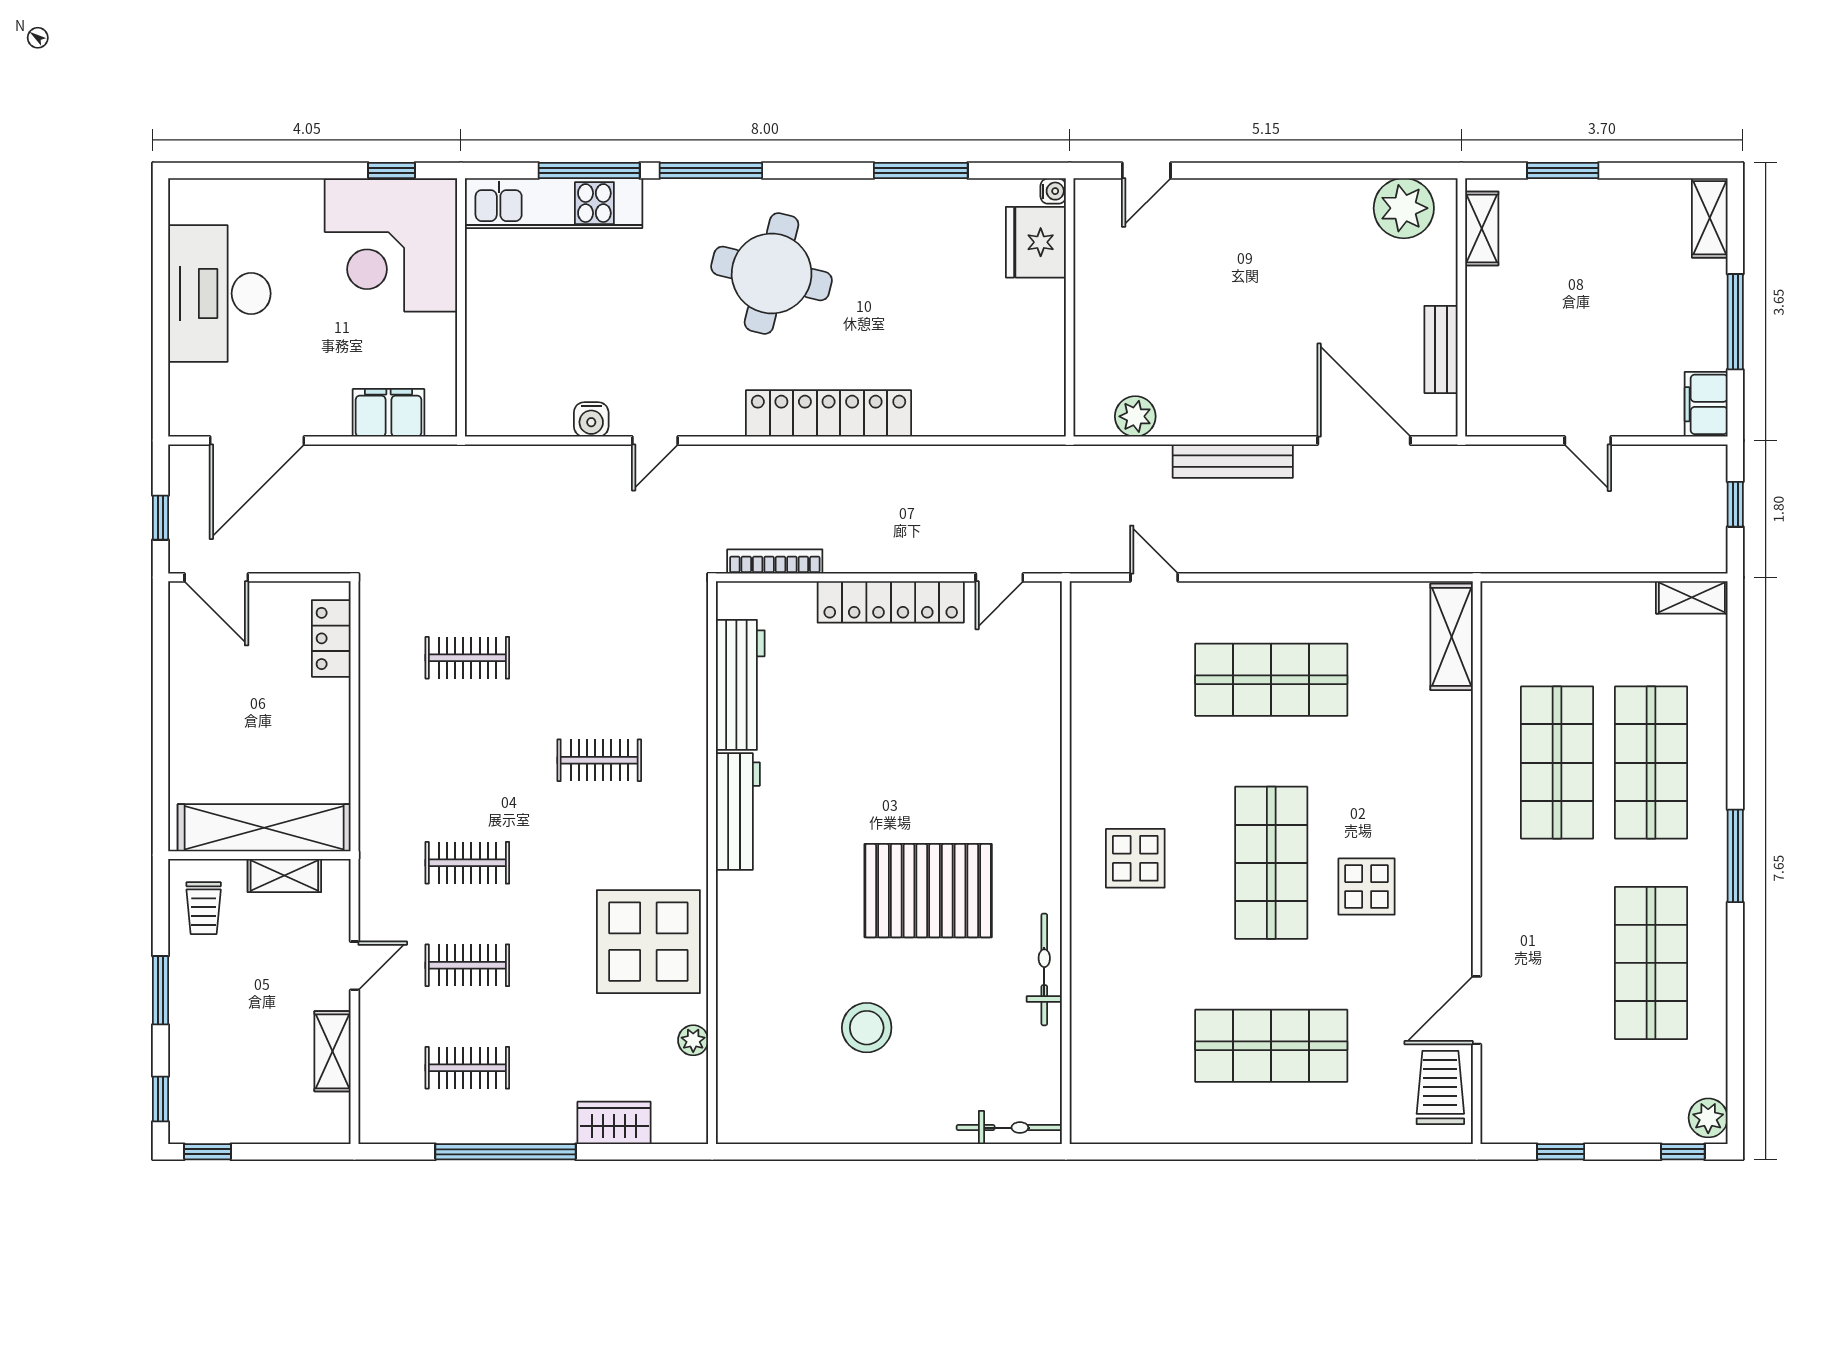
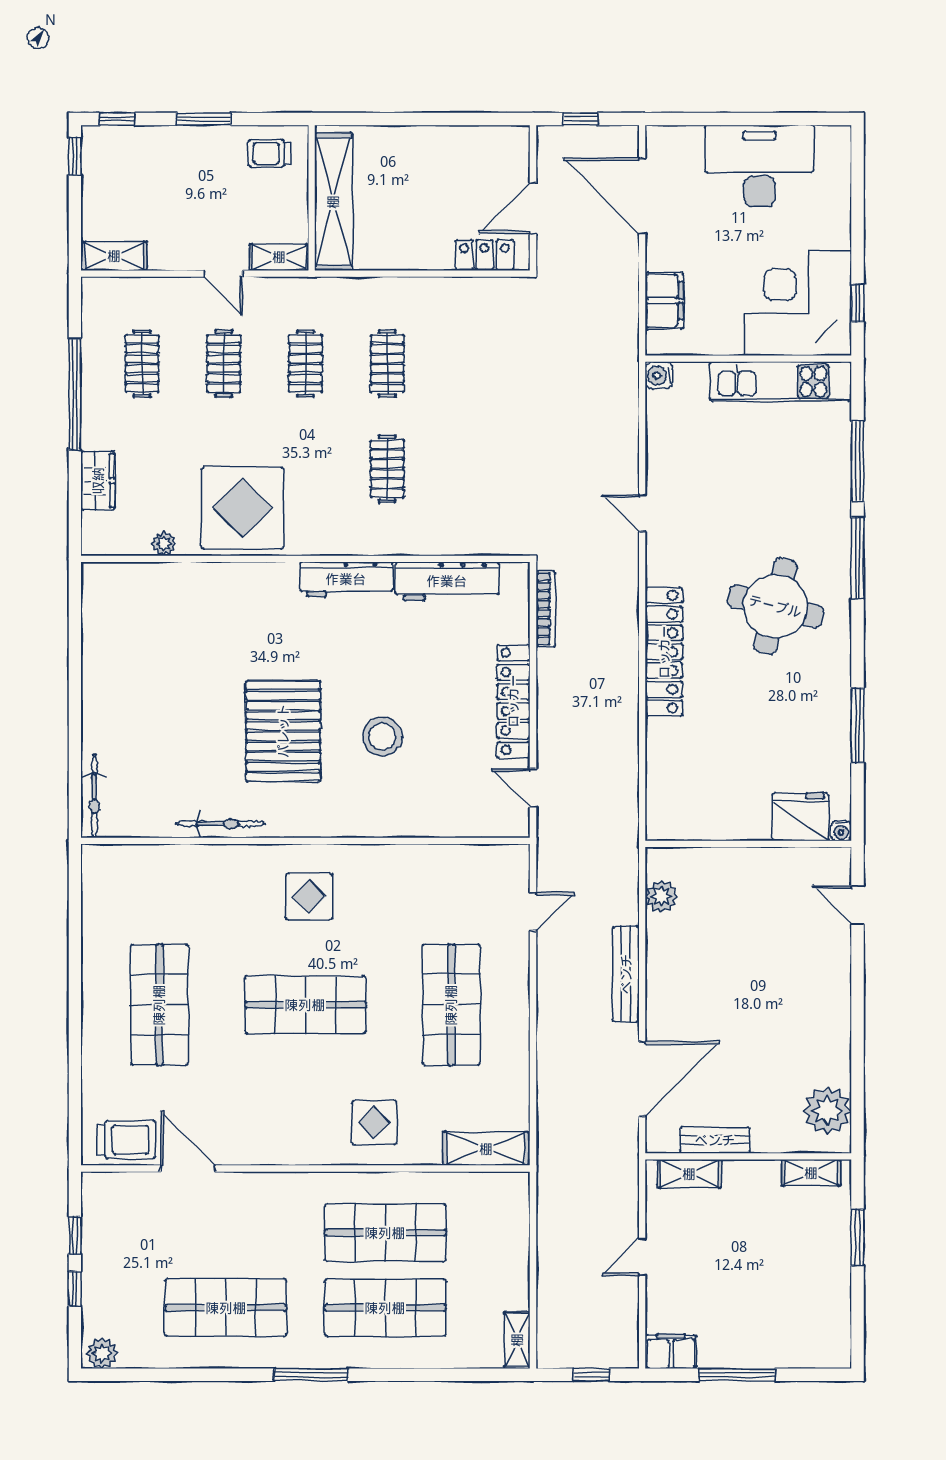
kitchen unit: (554, 203) -> (781, 382), moved, turned -90
shelving: (1710, 218) -> (689, 1174), moved
water cooler: (591, 419) -> (659, 375), moved
door: (216, 577) -> (533, 208), moved
clothes rail: (467, 658) -> (387, 364), moved
shelving: (284, 875) -> (279, 257), moved, turned 90
display table: (1367, 887) -> (374, 1123), moved
stool: (867, 1028) -> (382, 736), moved
shelving: (333, 1051) -> (114, 256), moved
window: (1683, 1152) -> (75, 1289), moved

